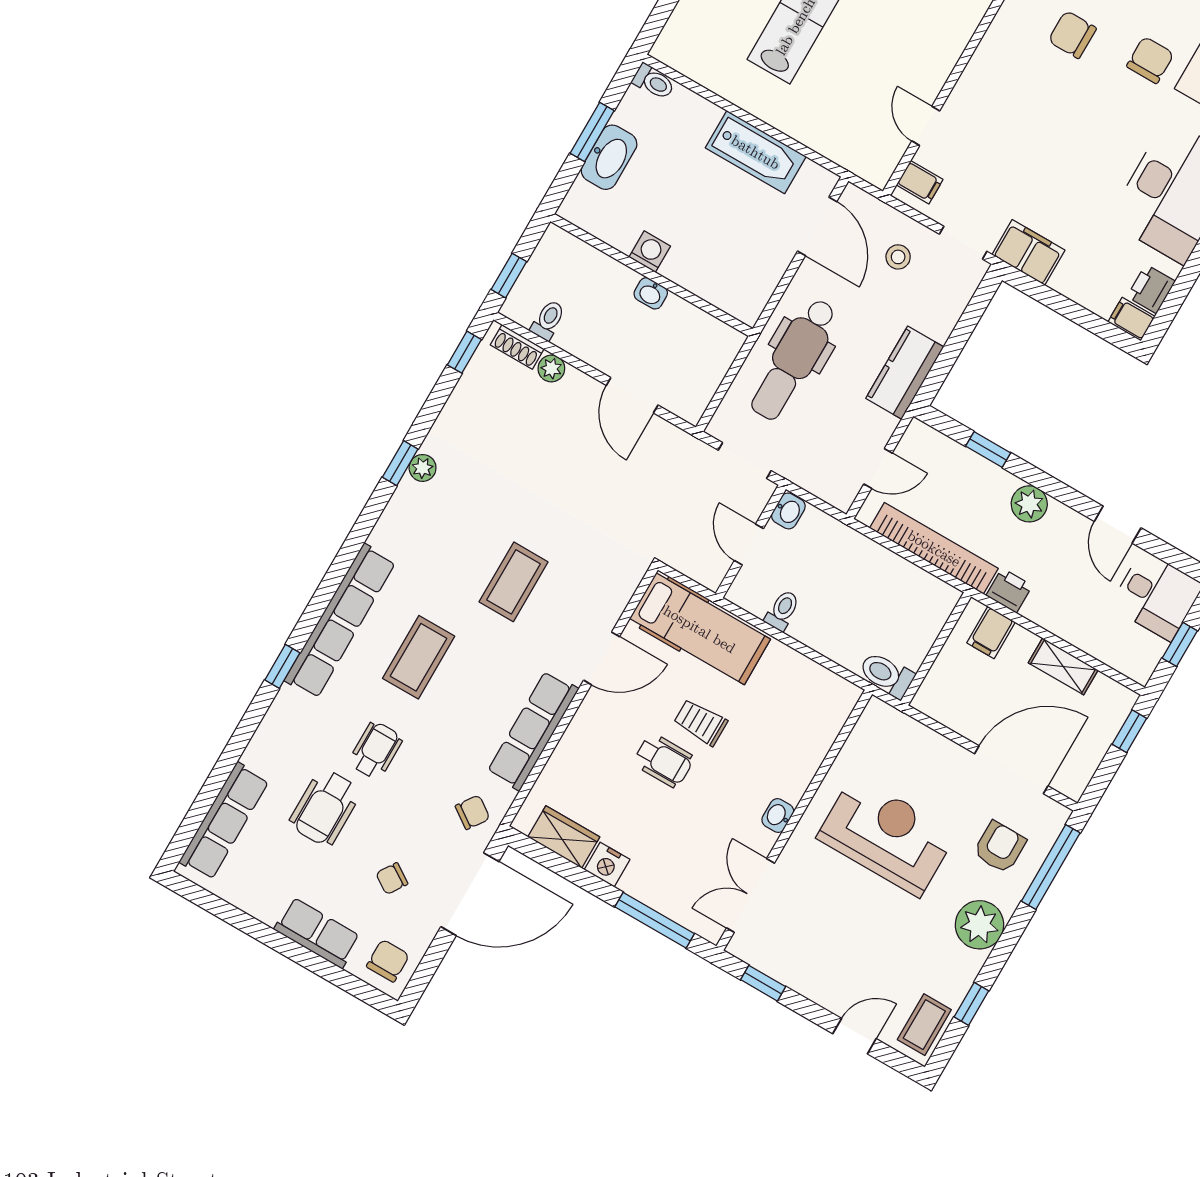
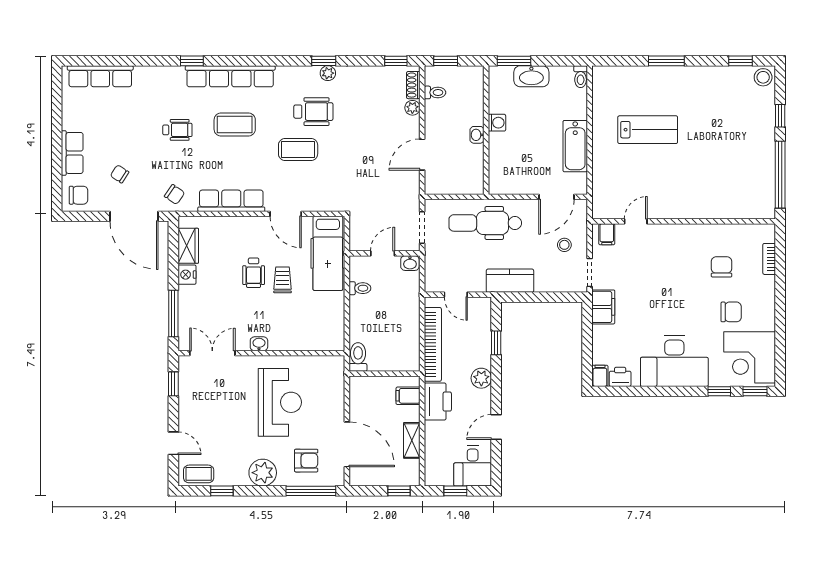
window: (592, 132) -> (514, 61), moved
printer: (1009, 591) -> (438, 402), width x1.87, depth x1.48
wheelchair: (325, 808) -> (313, 112), moved, turned 180

